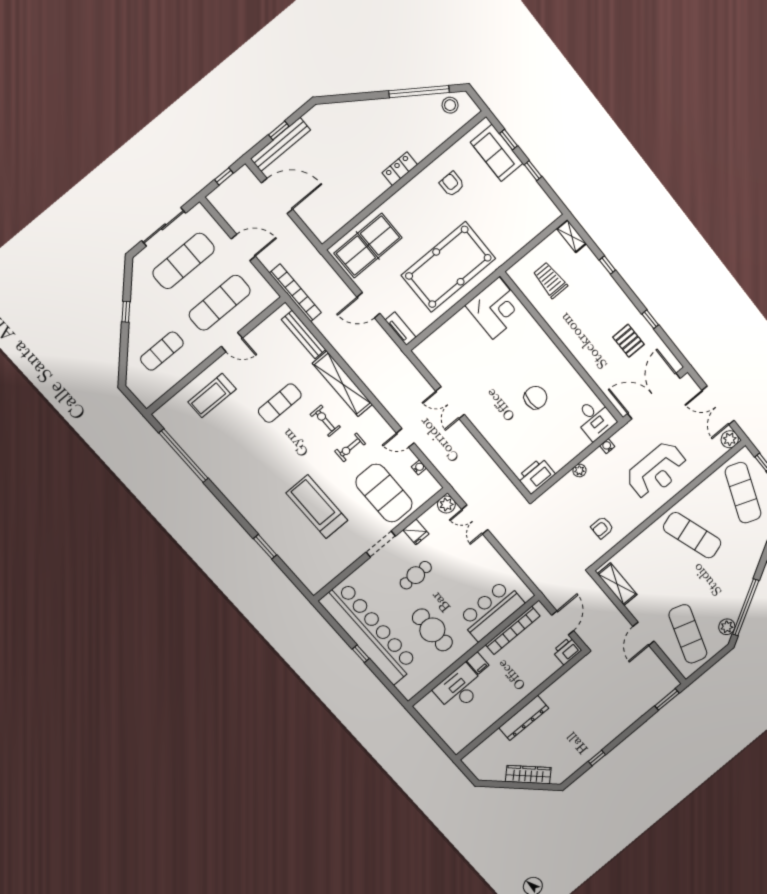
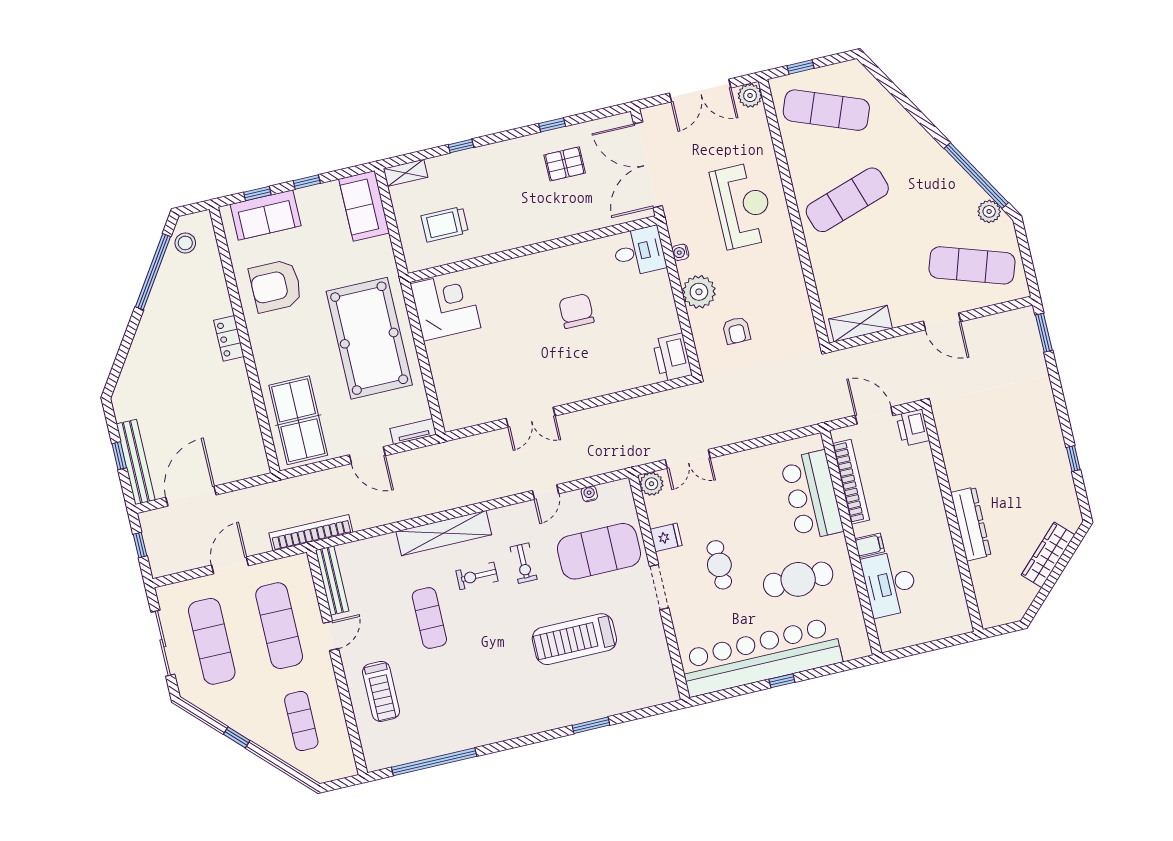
armchair: (452, 184) -> (276, 286), width x1.88, depth x1.88
sofa: (536, 219) -> (364, 206), added
door: (368, 305) -> (367, 455), hinge flipped
bench: (304, 335) -> (332, 581), moved, turned 90
plant: (579, 470) -> (699, 292), width x1.87, depth x1.87
armchair: (602, 528) -> (736, 331), moved

